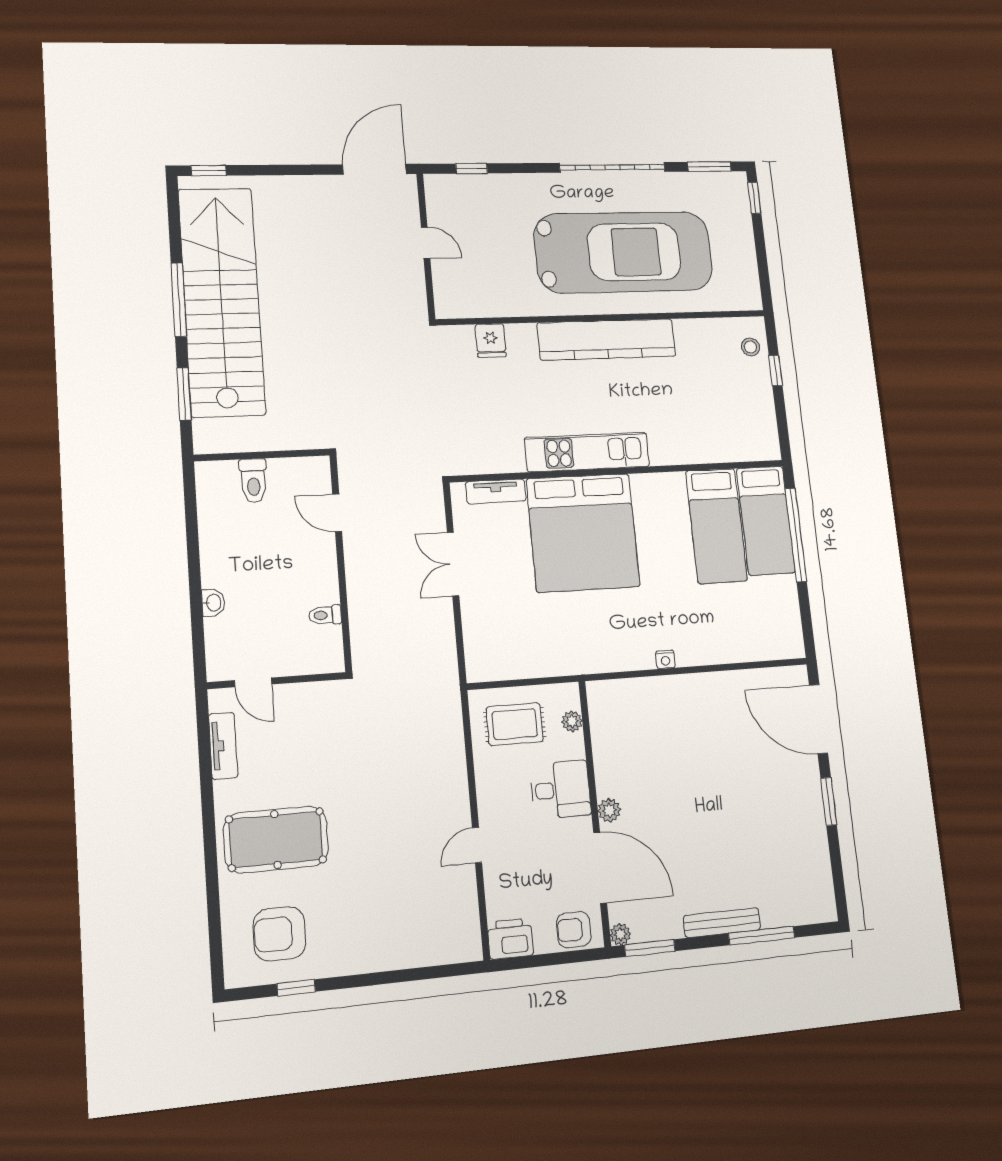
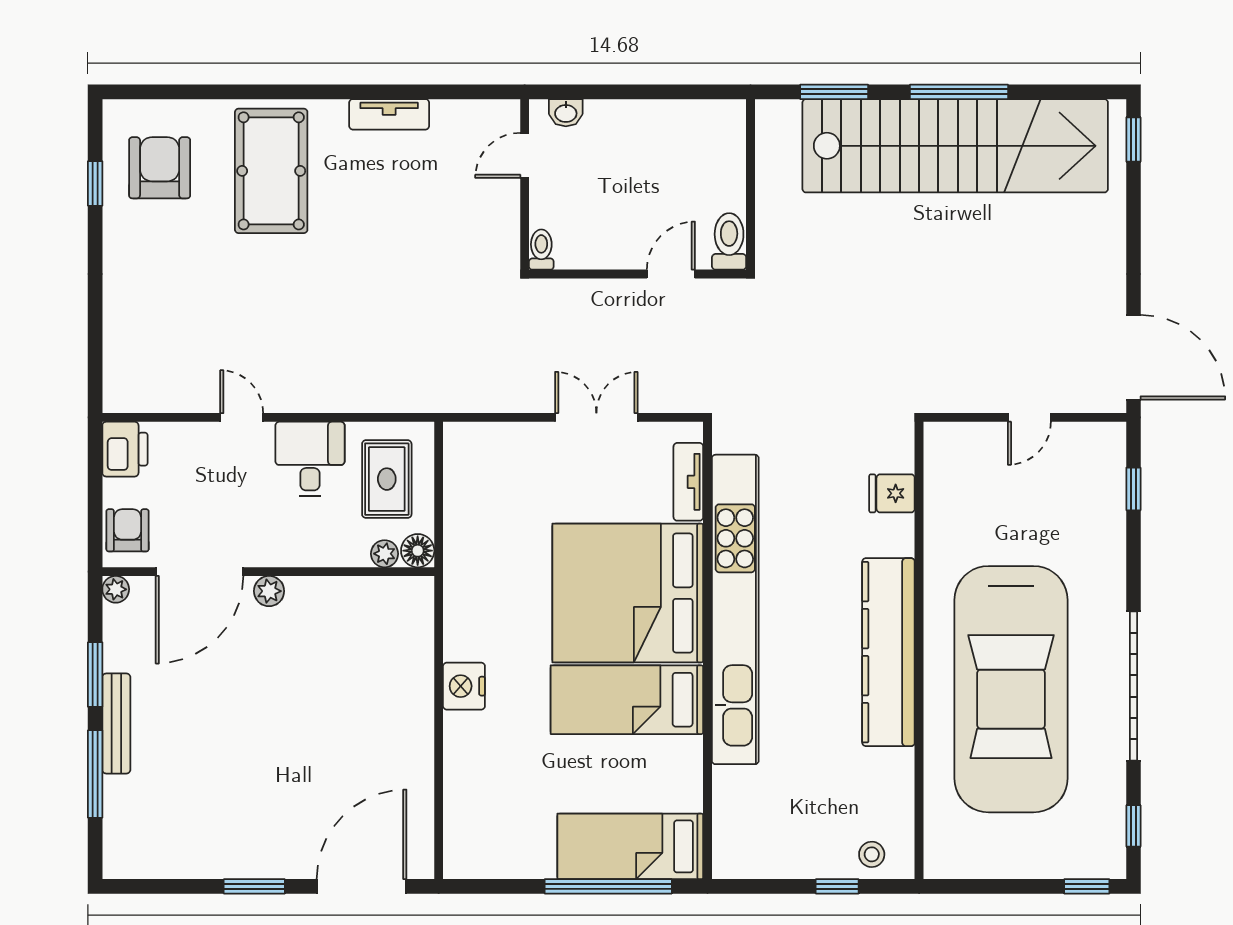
window: (709, 167) -> (1133, 826), width x0.67
kitchen unit: (587, 452) -> (735, 609), width x1.86
toilet: (253, 481) -> (729, 241), moved, turned 90
bed: (716, 526) -> (627, 700), moved
nightstand: (665, 659) -> (464, 686), width x1.89, depth x1.79
wall: (277, 681) -> (525, 184), moved
door: (253, 682) -> (525, 155), moved
floor lamp: (567, 696) -> (418, 551), added
desk: (560, 790) -> (310, 459), moved, turned 180
window: (650, 948) -> (95, 675), moved

